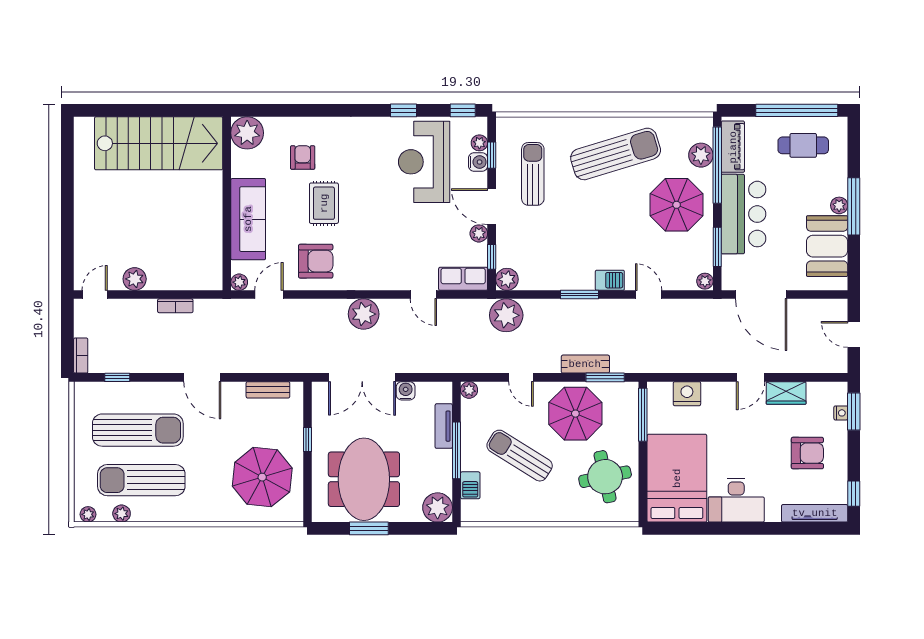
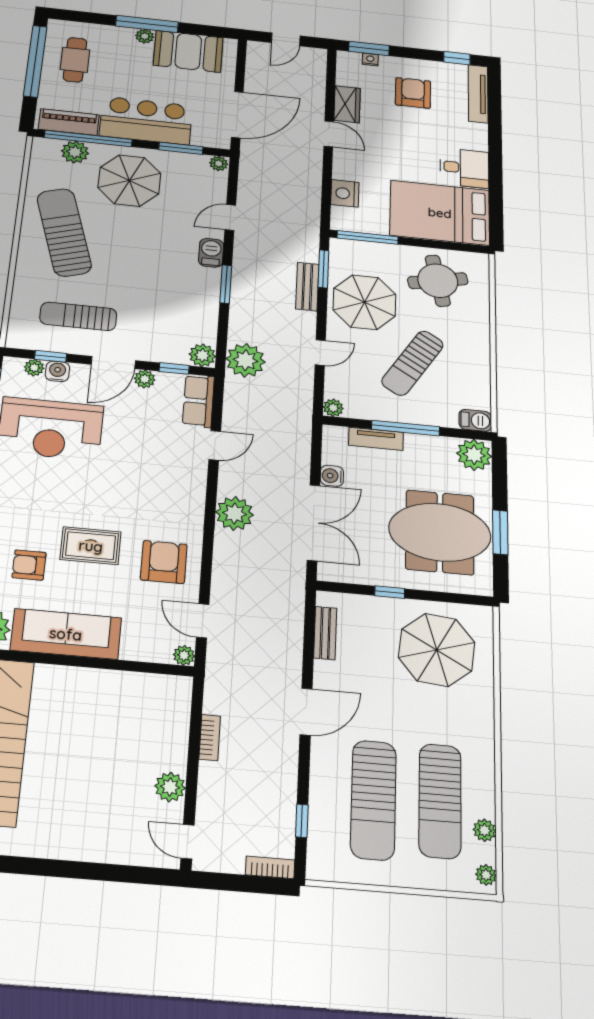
sofa: (248, 219) -> (66, 634), moved
sun lounger: (138, 430) -> (373, 800), turned 180
barbecue: (470, 485) -> (475, 420), moved
desk: (736, 500) -> (464, 168), width x0.73

